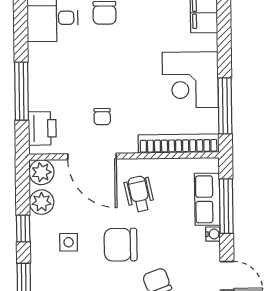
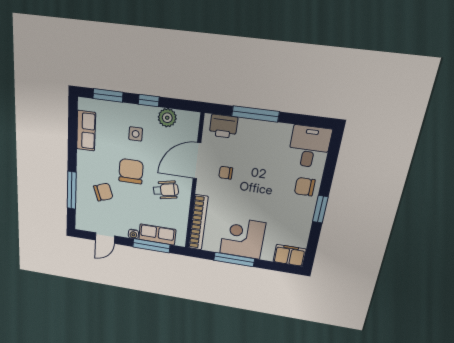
window: (225, 106) -> (234, 259), moved
plant: (41, 172) -> (190, 121), removed

